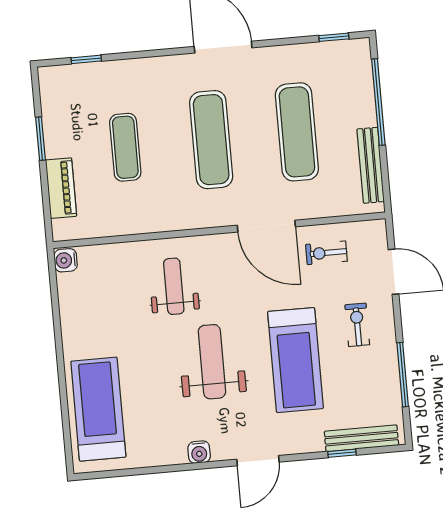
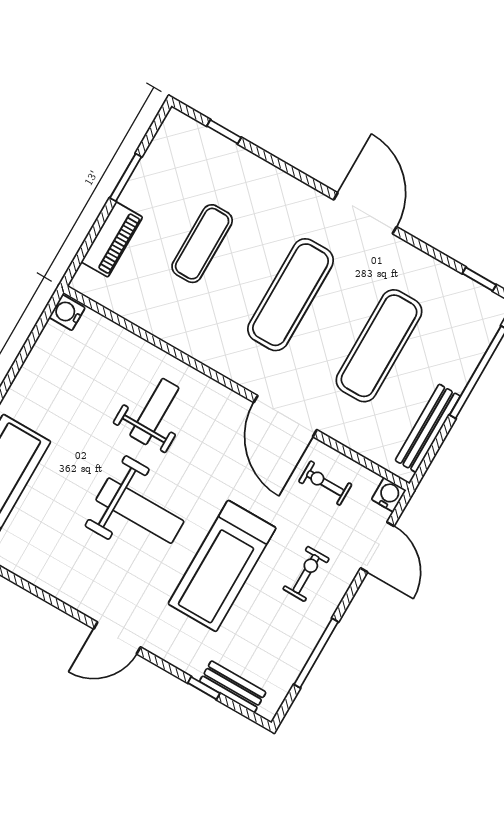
weight bench: (212, 362) -> (140, 511), turned 90
bench: (361, 438) -> (233, 687), width x0.73
water cooler: (199, 452) -> (389, 495), moved, turned 180

